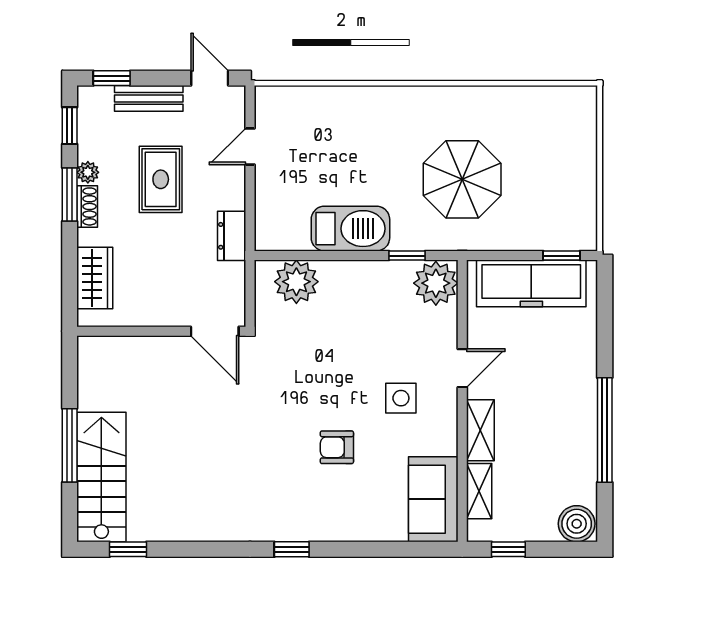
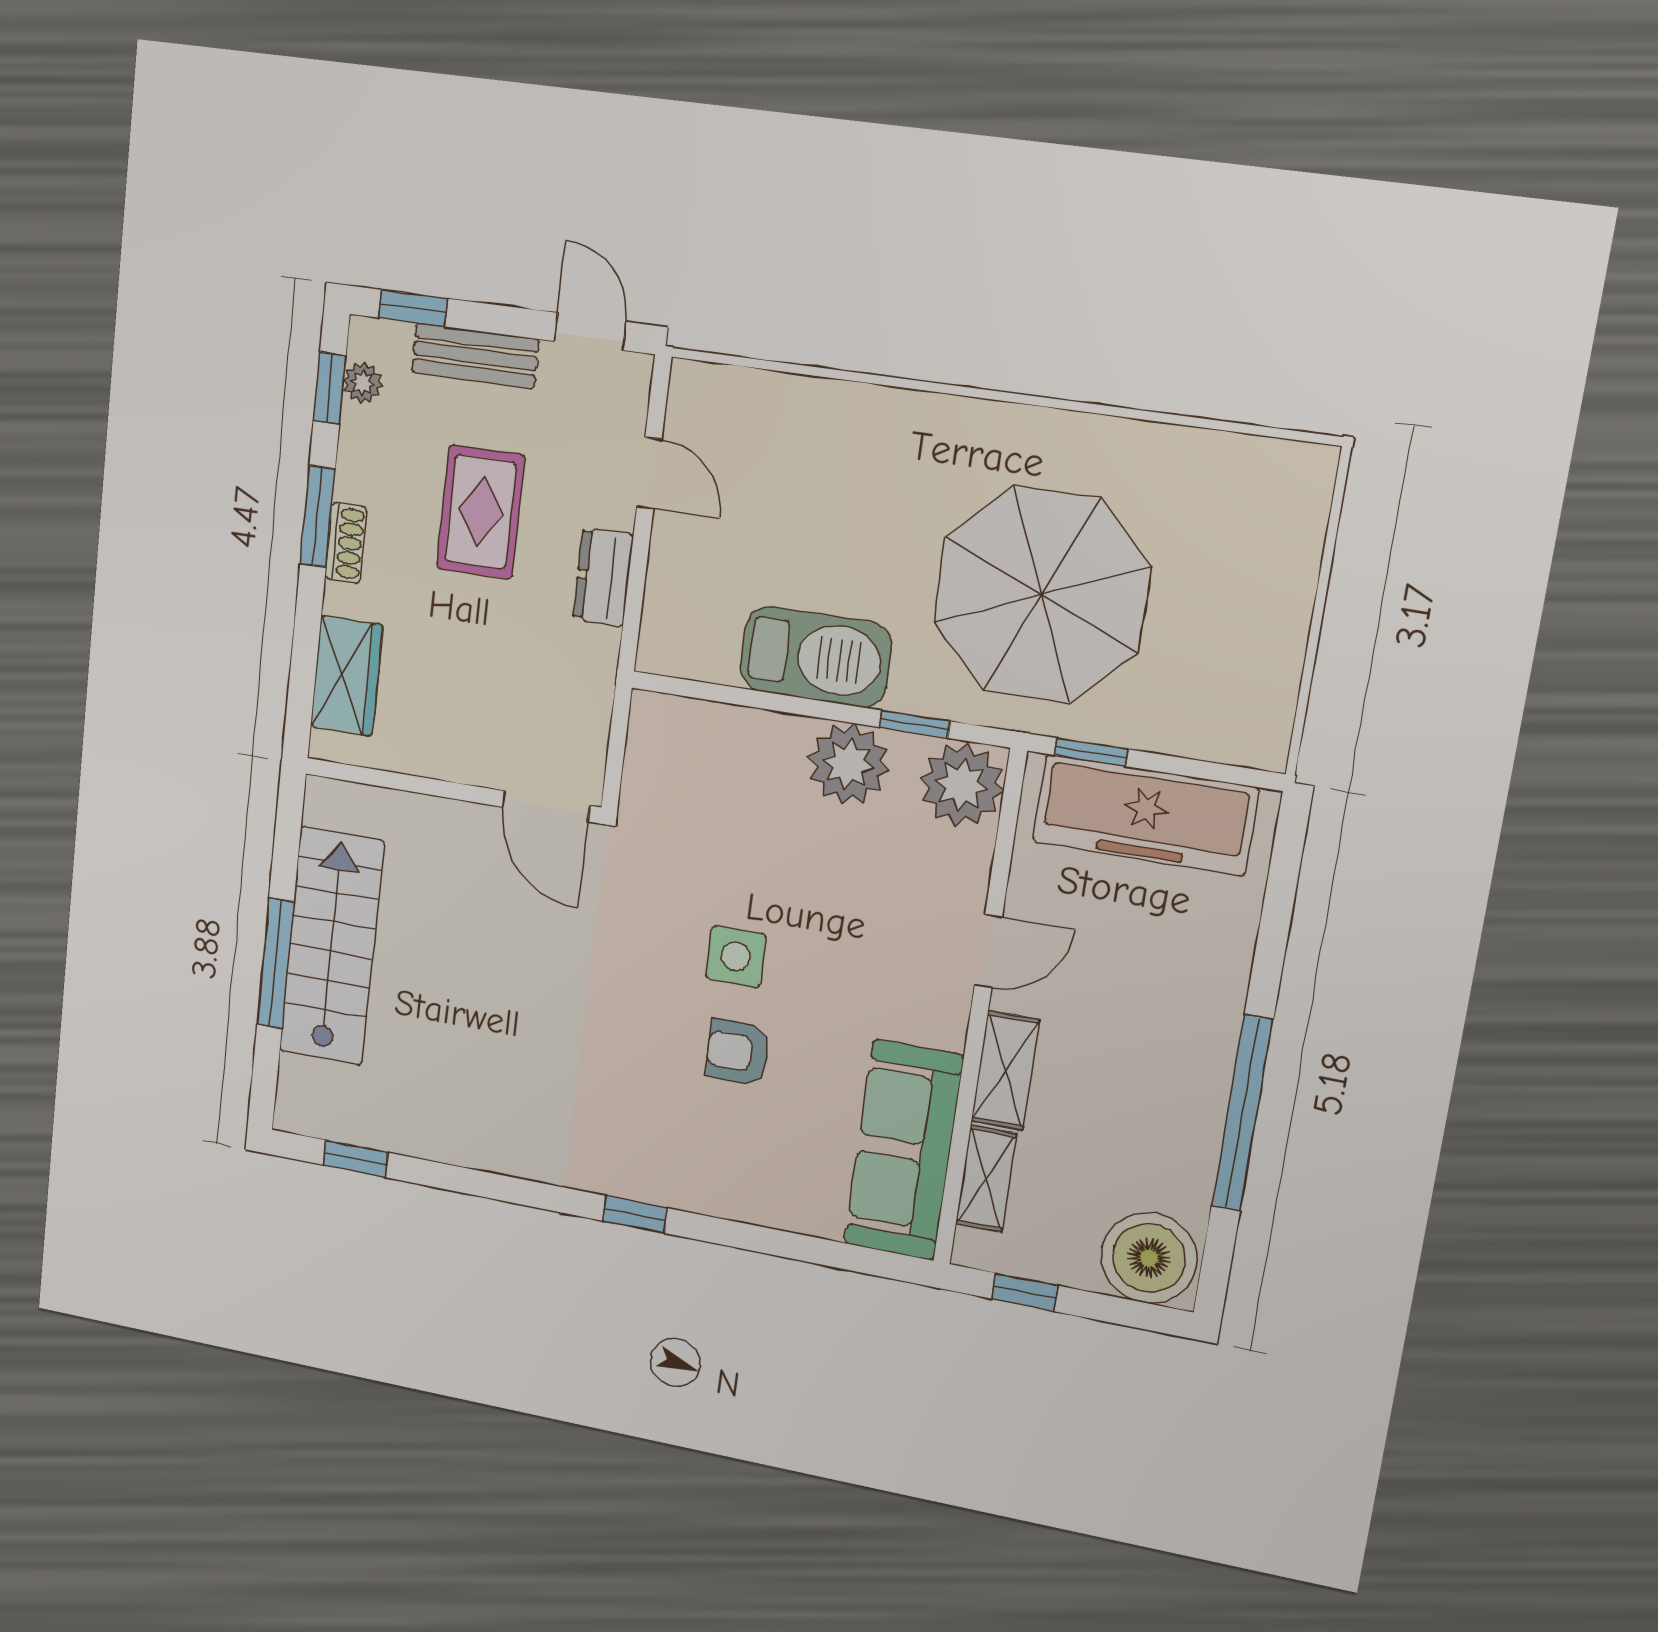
door: (250, 146) -> (649, 473), swing flipped
plant: (88, 172) -> (363, 383), moved
parasol: (462, 179) -> (1042, 595), width x1.36, depth x1.36
dresser: (232, 236) -> (603, 577), moved
window: (562, 256) -> (1091, 752), moved
plant: (296, 282) -> (848, 764), moved
side table: (401, 398) -> (736, 957), moved
stairs: (101, 477) -> (331, 947), moved
sofa: (433, 499) -> (904, 1150), width x1.36
boiler: (577, 524) -> (1149, 1258), width x1.37, depth x1.37

